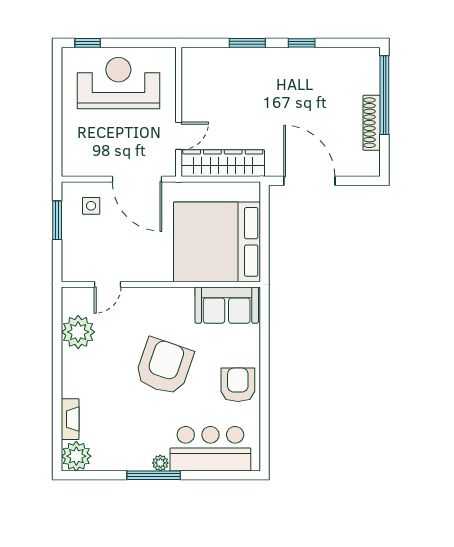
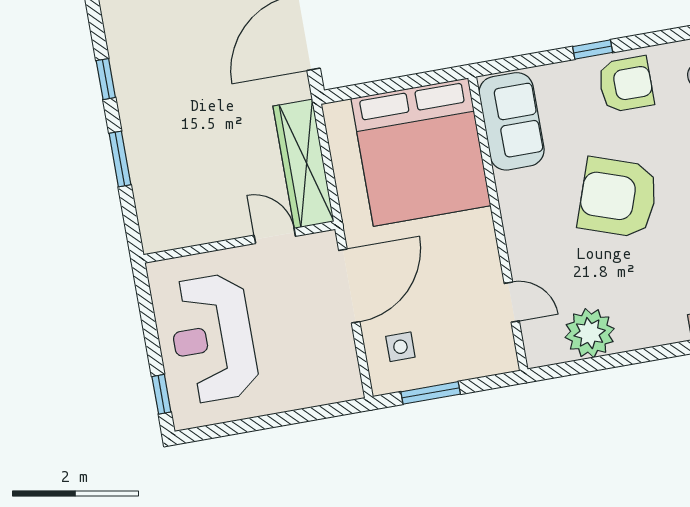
window: (265, 367) -> (593, 49), added
armchair: (238, 385) -> (626, 84), turned 180

